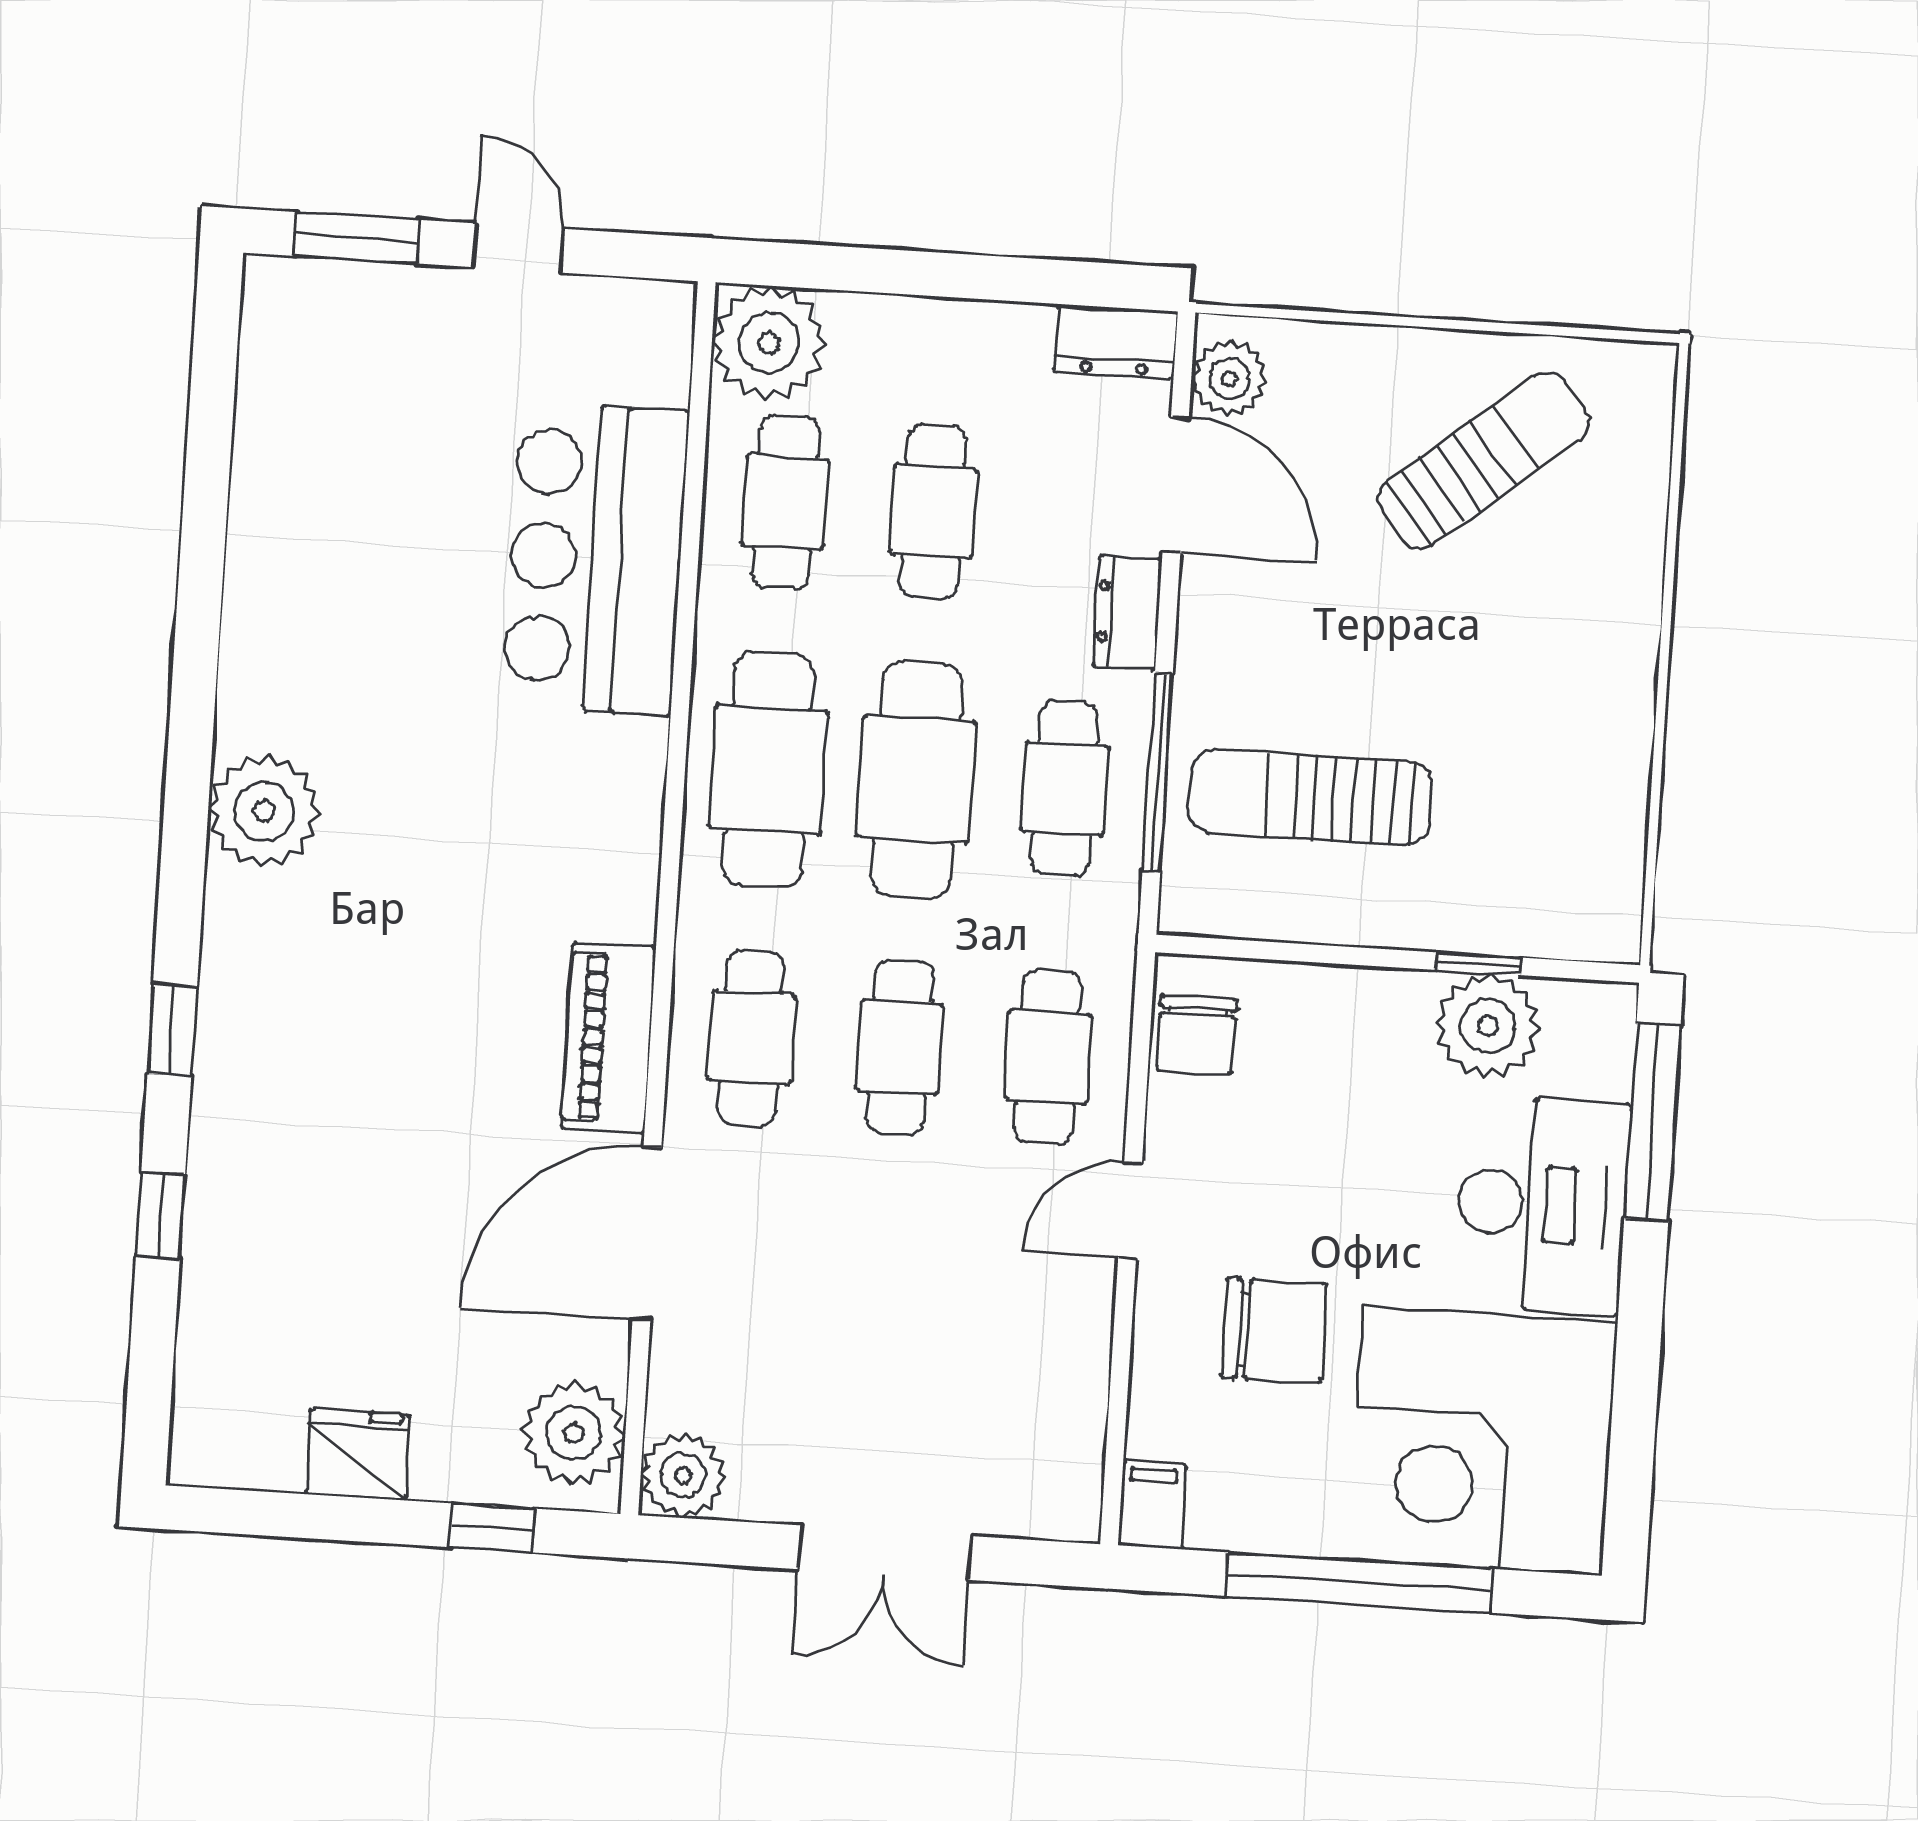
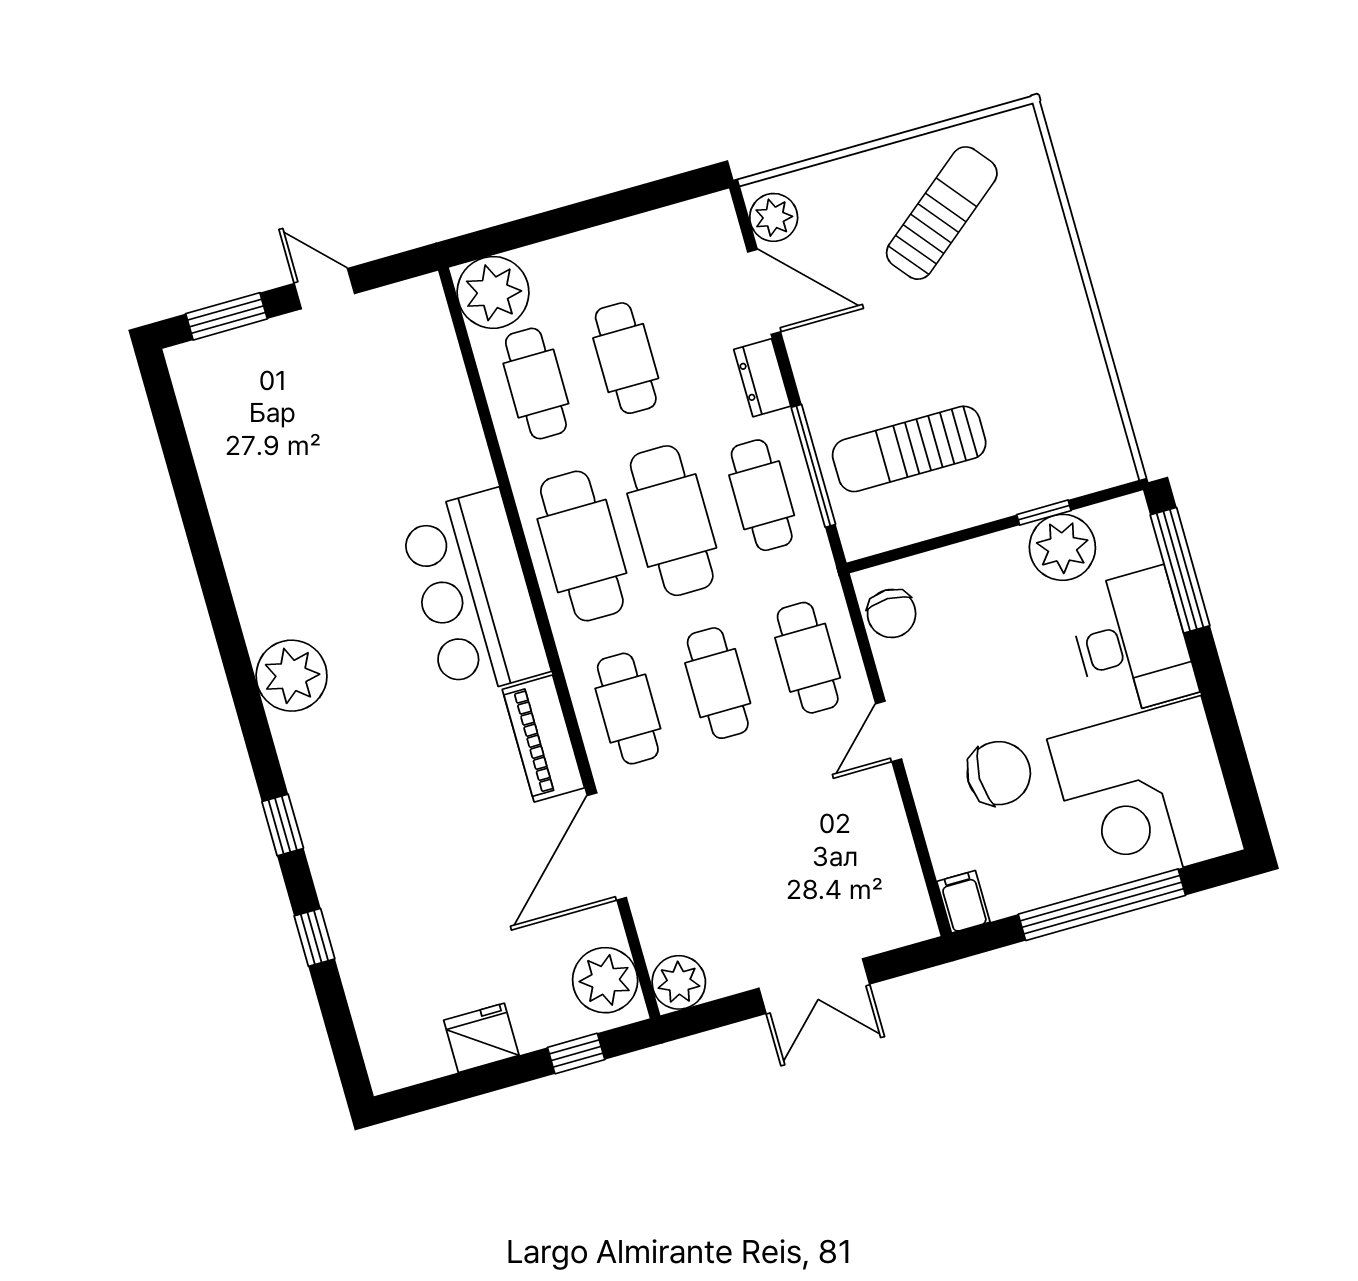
dresser: (1115, 341) -> (698, 219), removed
bar counter: (596, 558) -> (474, 594), moved

